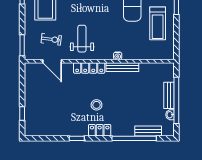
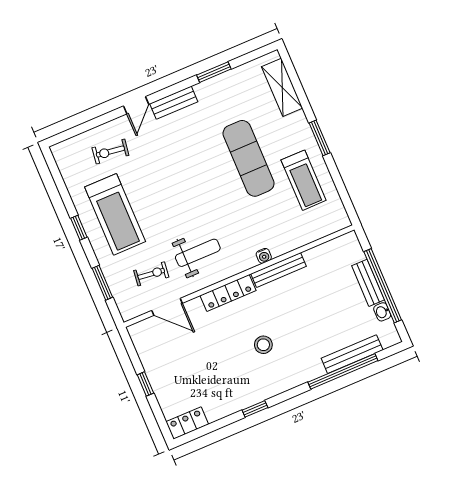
weight bench: (82, 39) -> (198, 253), turned 90
window: (22, 45) -> (102, 283), moved
window: (22, 114) -> (145, 384), moved
locker: (100, 130) -> (187, 423), moved
bench: (148, 131) -> (352, 354), width x1.36

